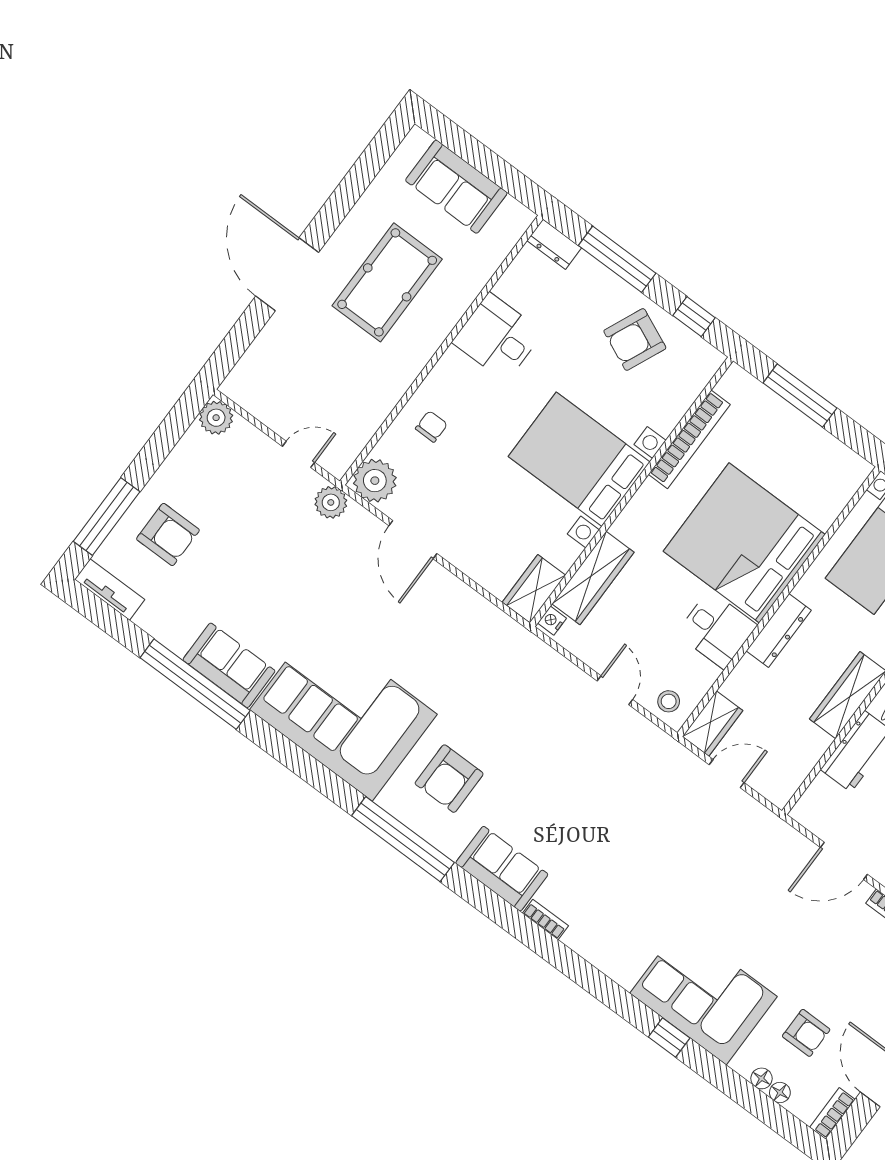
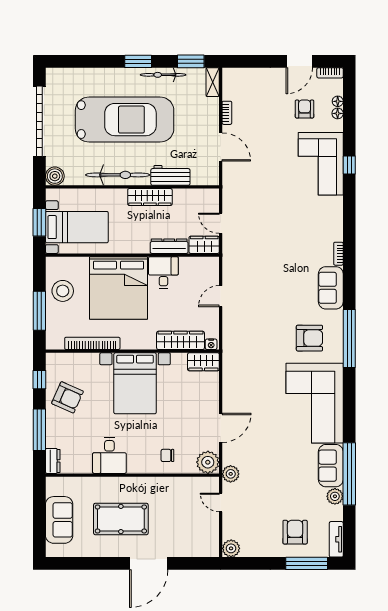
dresser: (779, 631) -> (169, 246), moved
plant: (177, 637) -> (335, 496), added
stool: (669, 701) -> (63, 291), moved, width x1.89, depth x1.89

